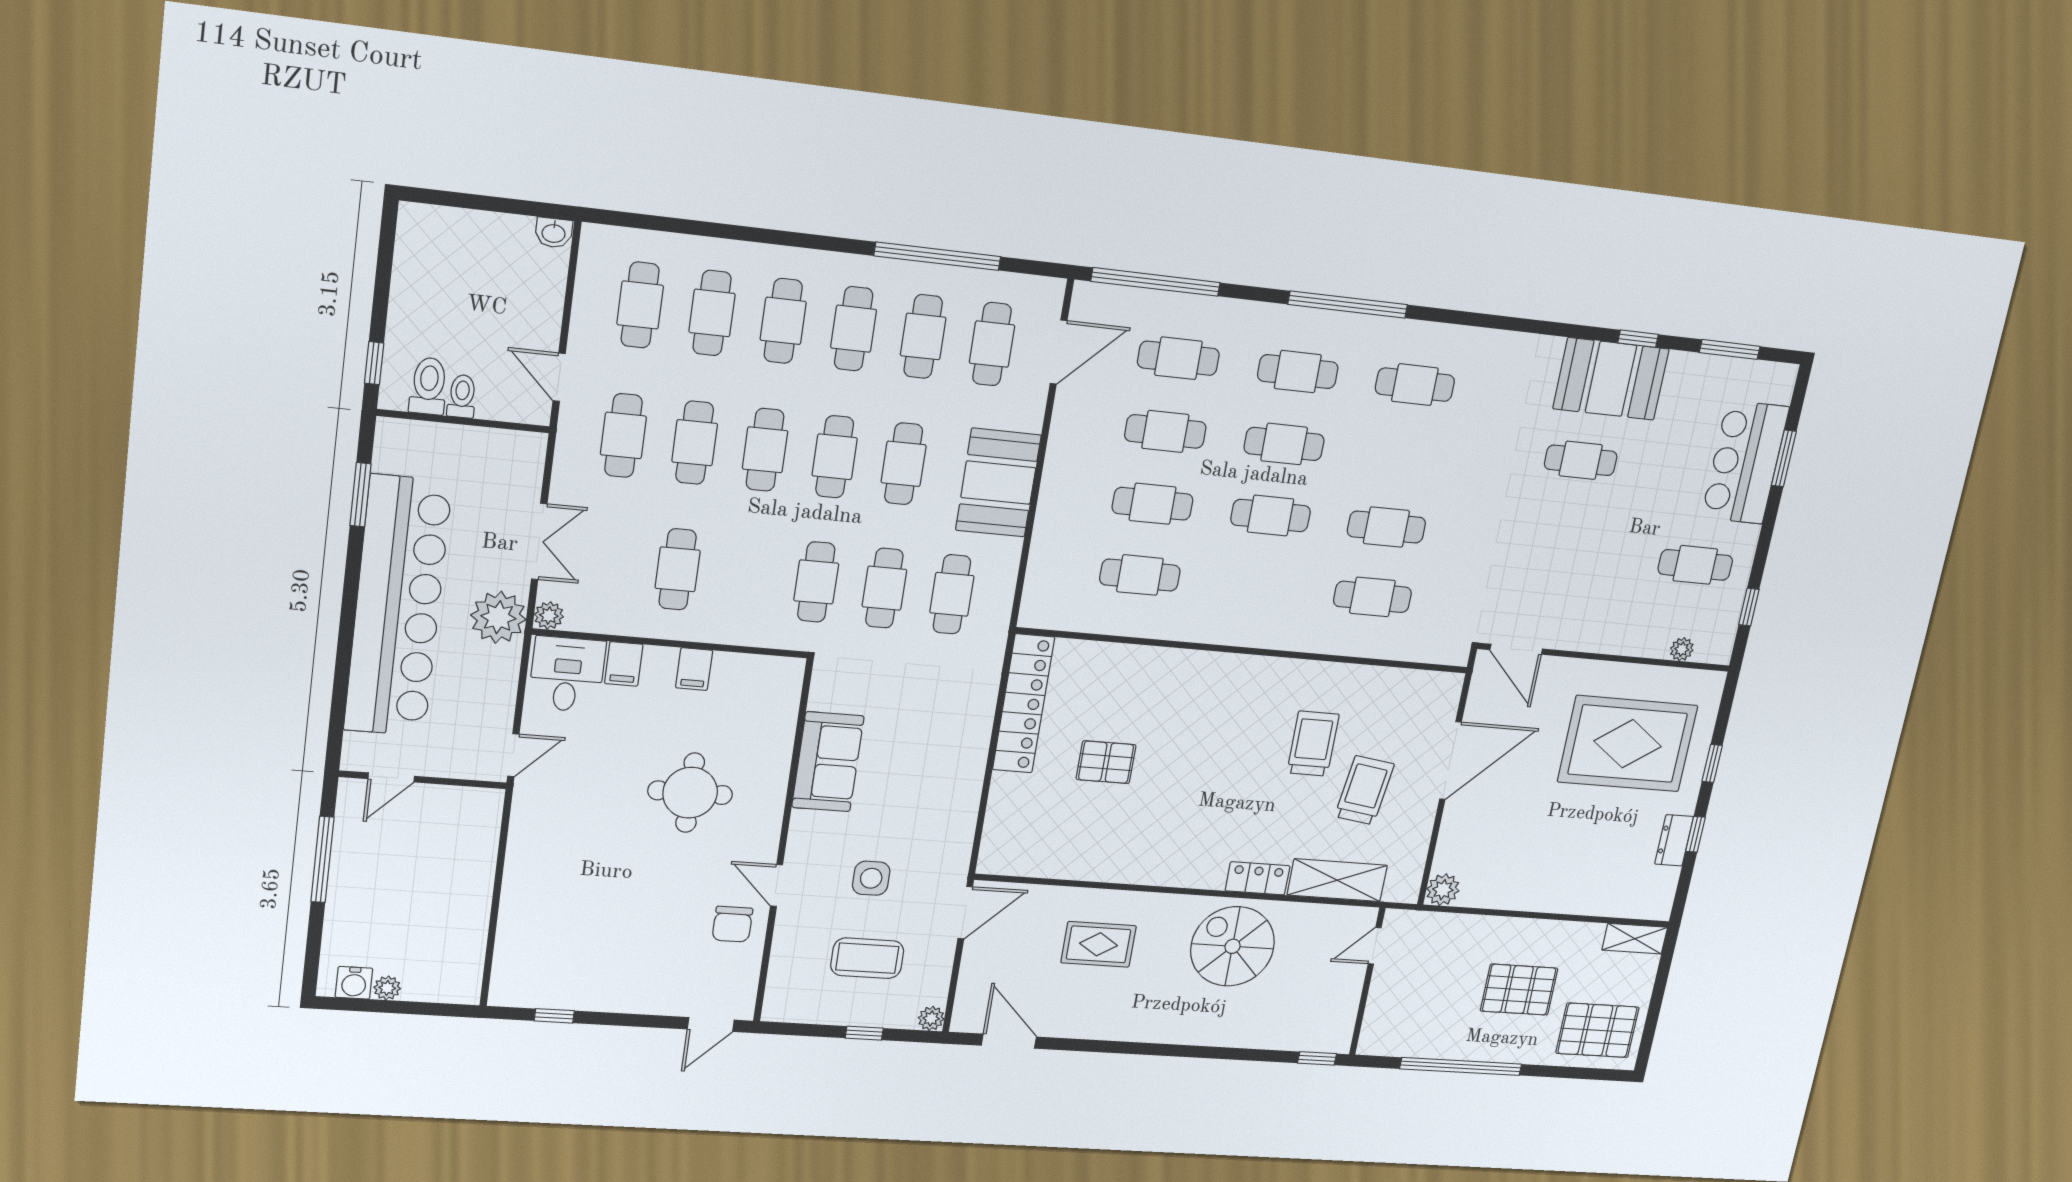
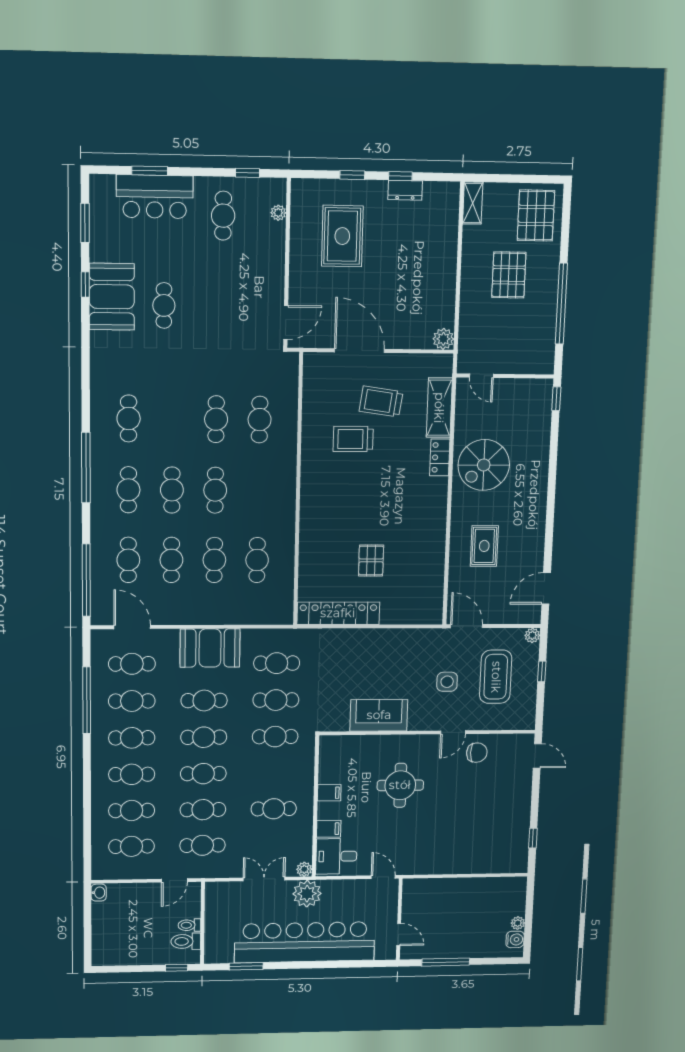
rug: (1628, 744) -> (342, 236), width x0.73, depth x0.69
coffee table: (867, 958) -> (496, 677), width x1.36, depth x1.32

